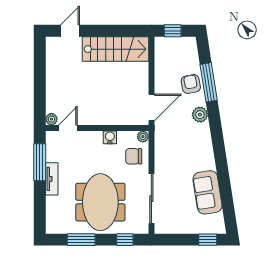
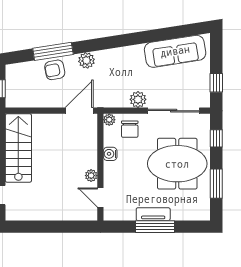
door: (151, 108) -> (79, 111), hinge flipped
plant: (51, 119) -> (91, 176), moved
window: (40, 162) -> (155, 227), moved
plant: (162, 164) -> (138, 99), added
sofa: (207, 192) -> (175, 51), width x1.36
window: (208, 240) -> (216, 83), moved

